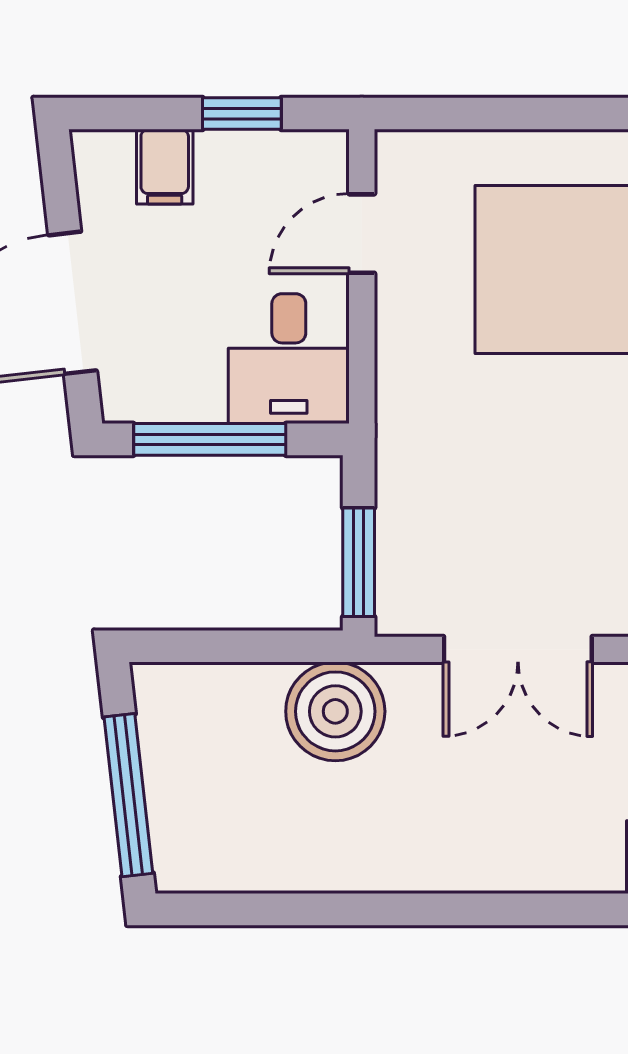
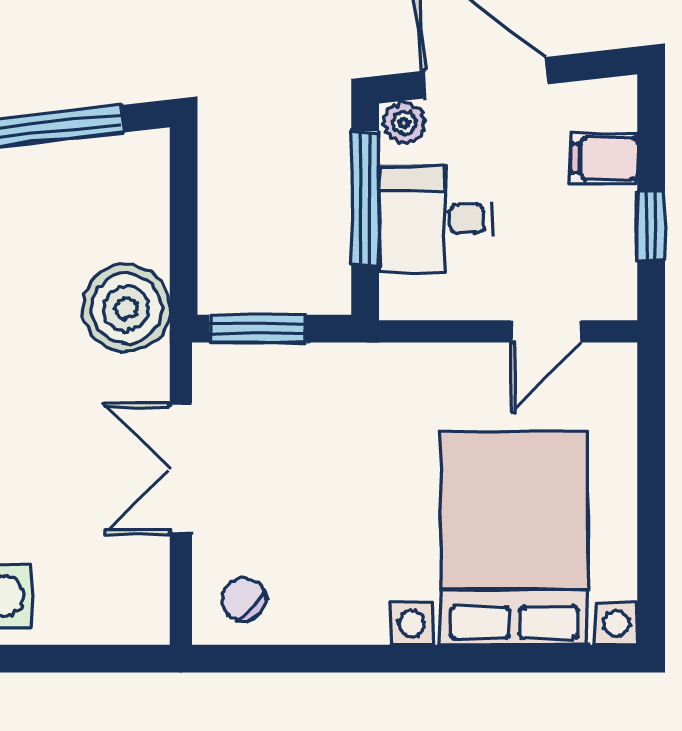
door: (362, 234) -> (546, 331), swing flipped
desk: (289, 359) -> (436, 219), moved
plant: (124, 395) -> (404, 123), added

